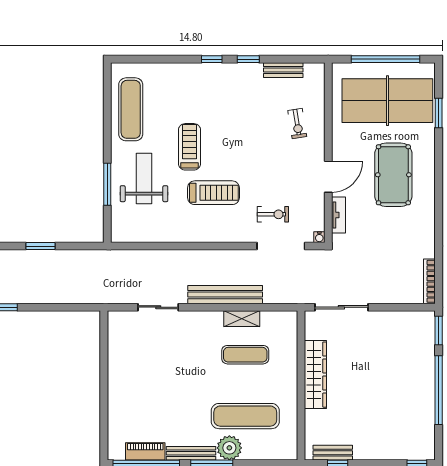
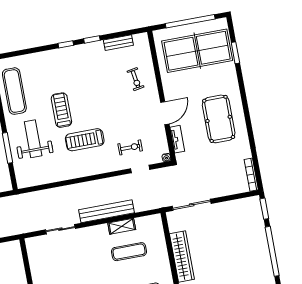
pool table: (393, 175) -> (219, 119), moved
treadmill: (213, 193) -> (85, 140), turned 180
doorway: (281, 246) -> (140, 169), width x0.53

